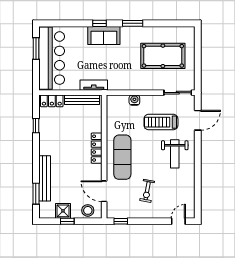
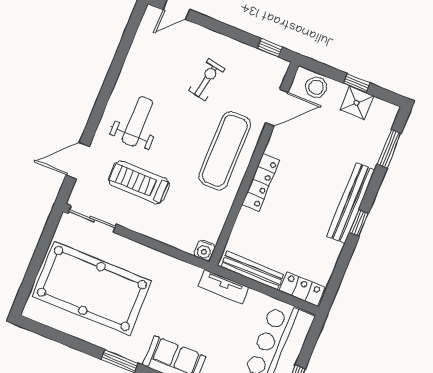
pool table: (163, 56) -> (92, 288), width x1.36, depth x1.32
water cooler: (134, 100) -> (204, 250), moved
treadmill: (161, 122) -> (139, 182), turned 180
window: (36, 126) -> (359, 223), moved
bench: (45, 178) -> (351, 203), moved
door: (104, 191) -> (277, 108), hinge flipped

